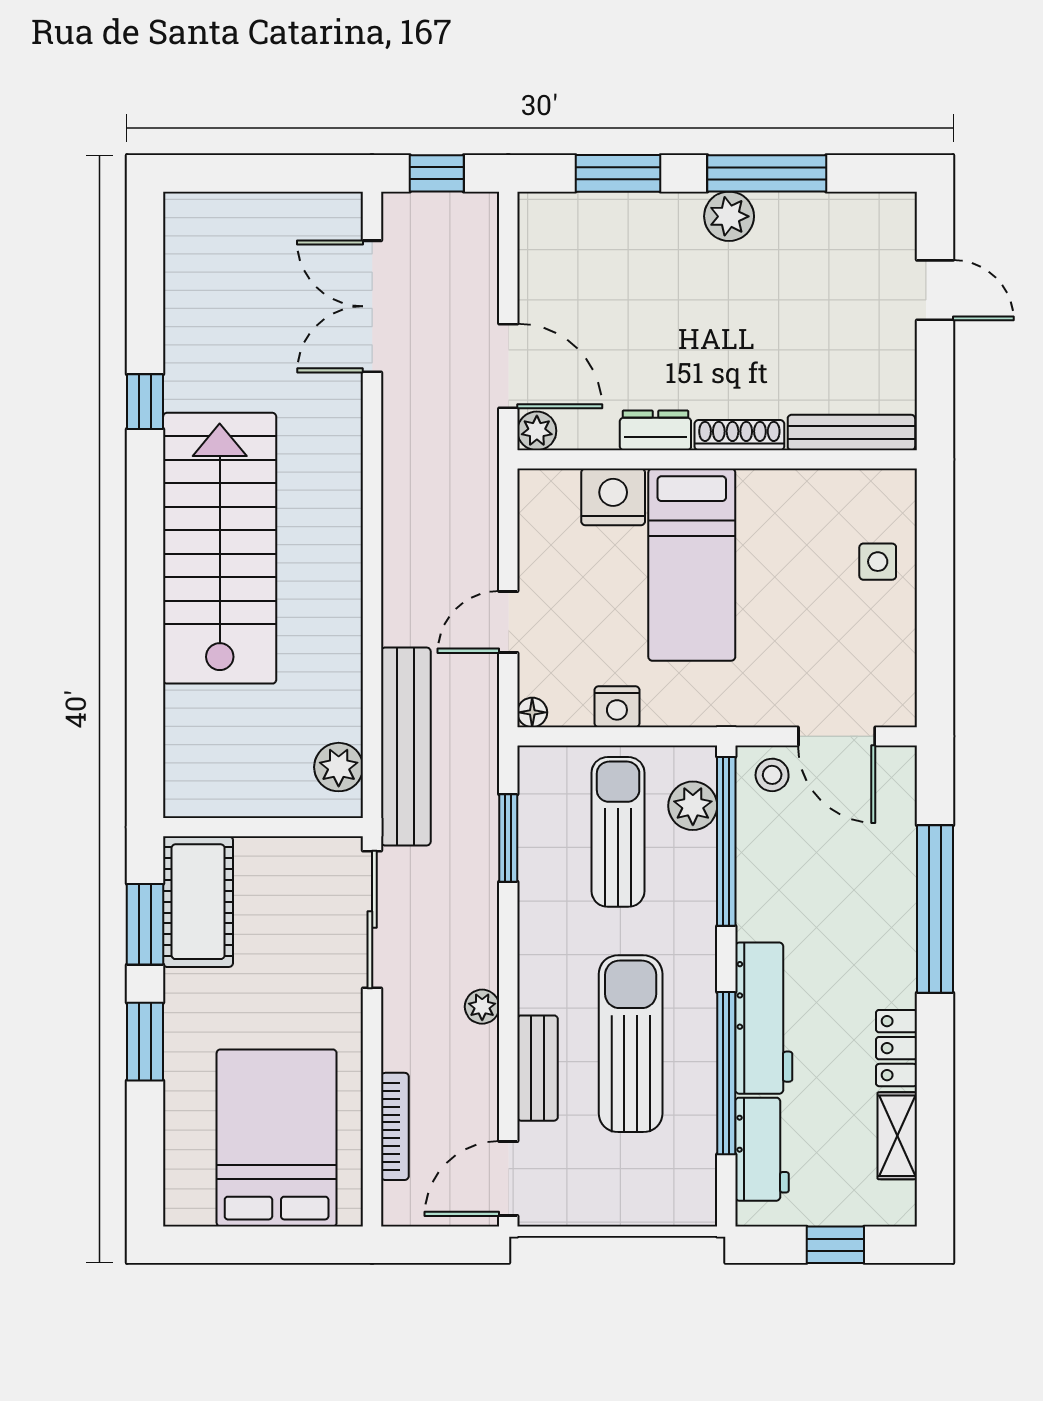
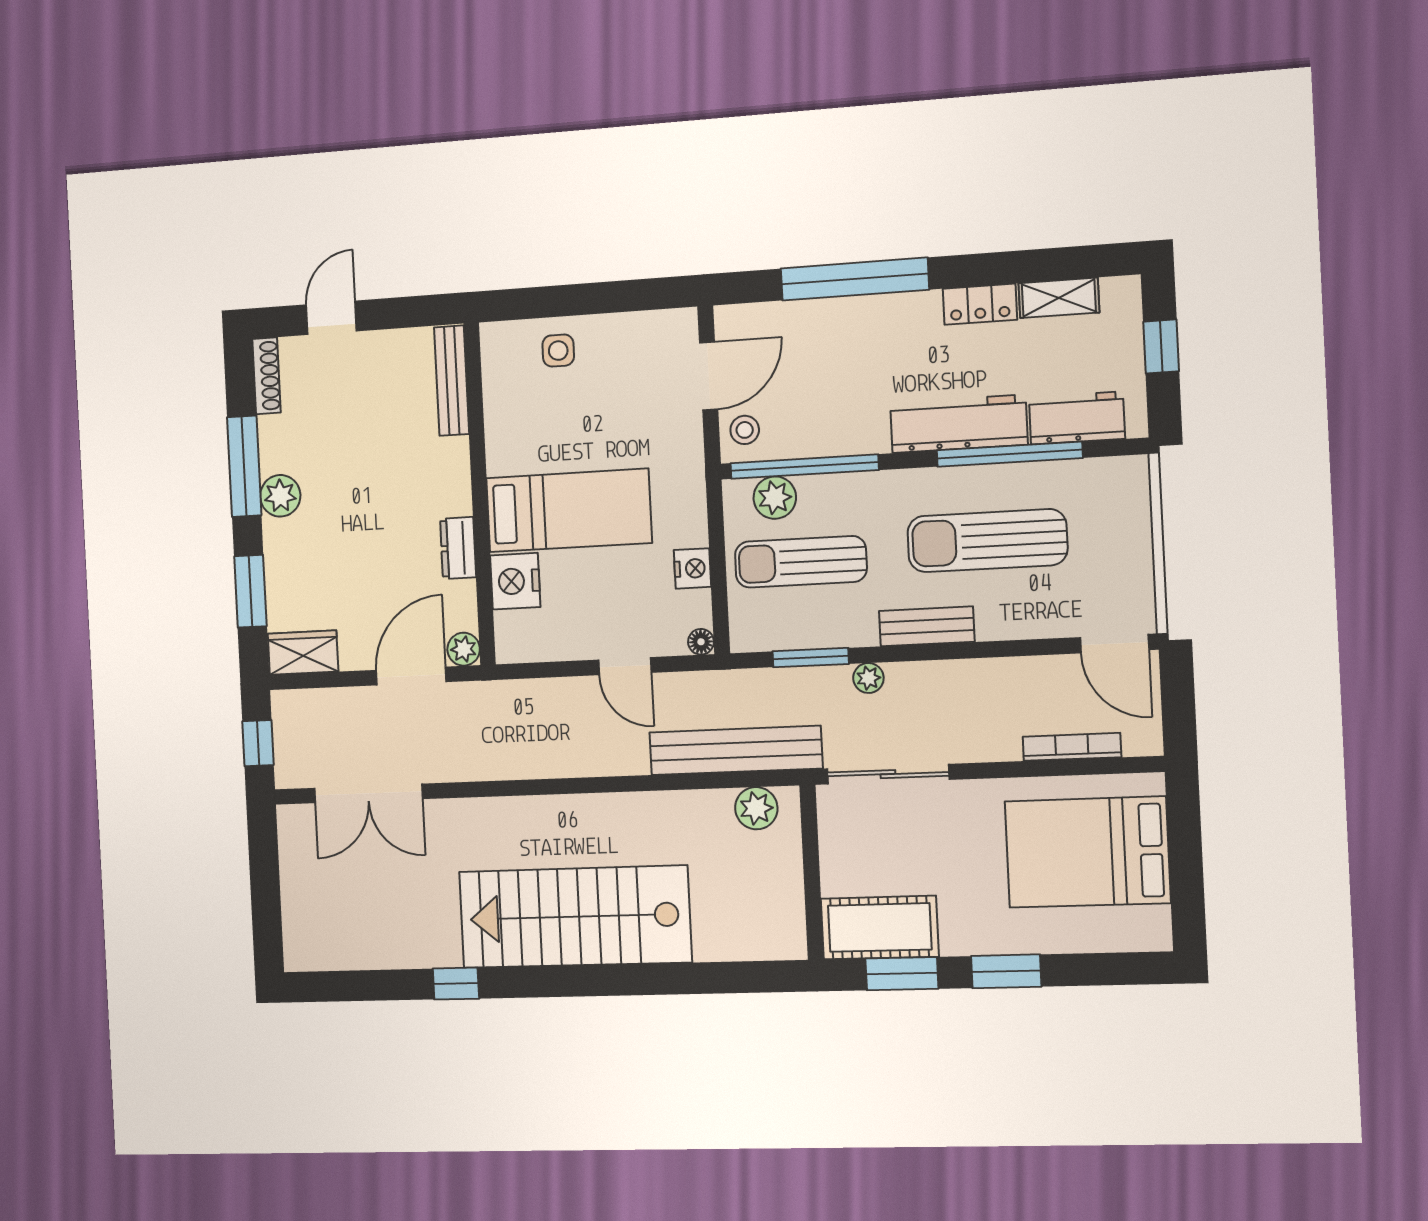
wardrobe: (542, 235) -> (303, 653), added
shoe rack: (739, 435) -> (267, 376), moved, turned 180
plant: (482, 1007) -> (868, 678), moved
bench: (538, 1068) -> (927, 626), moved

